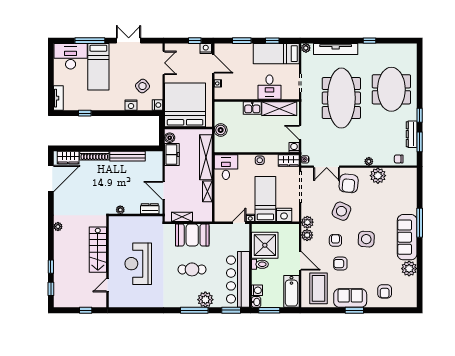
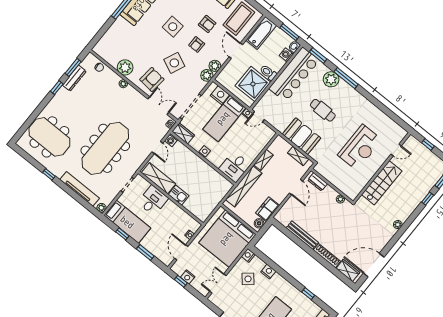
nightstand: (206, 48) -> (188, 277), moved
meeting table: (391, 89) -> (49, 137), moved, turned 90
boiler: (221, 130) -> (216, 198), removed

